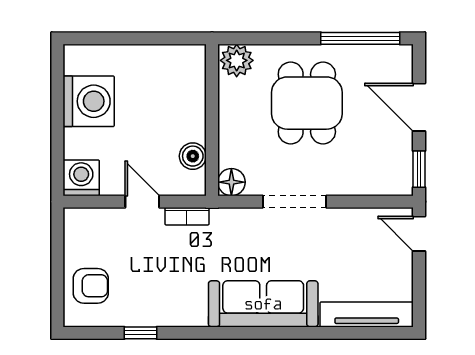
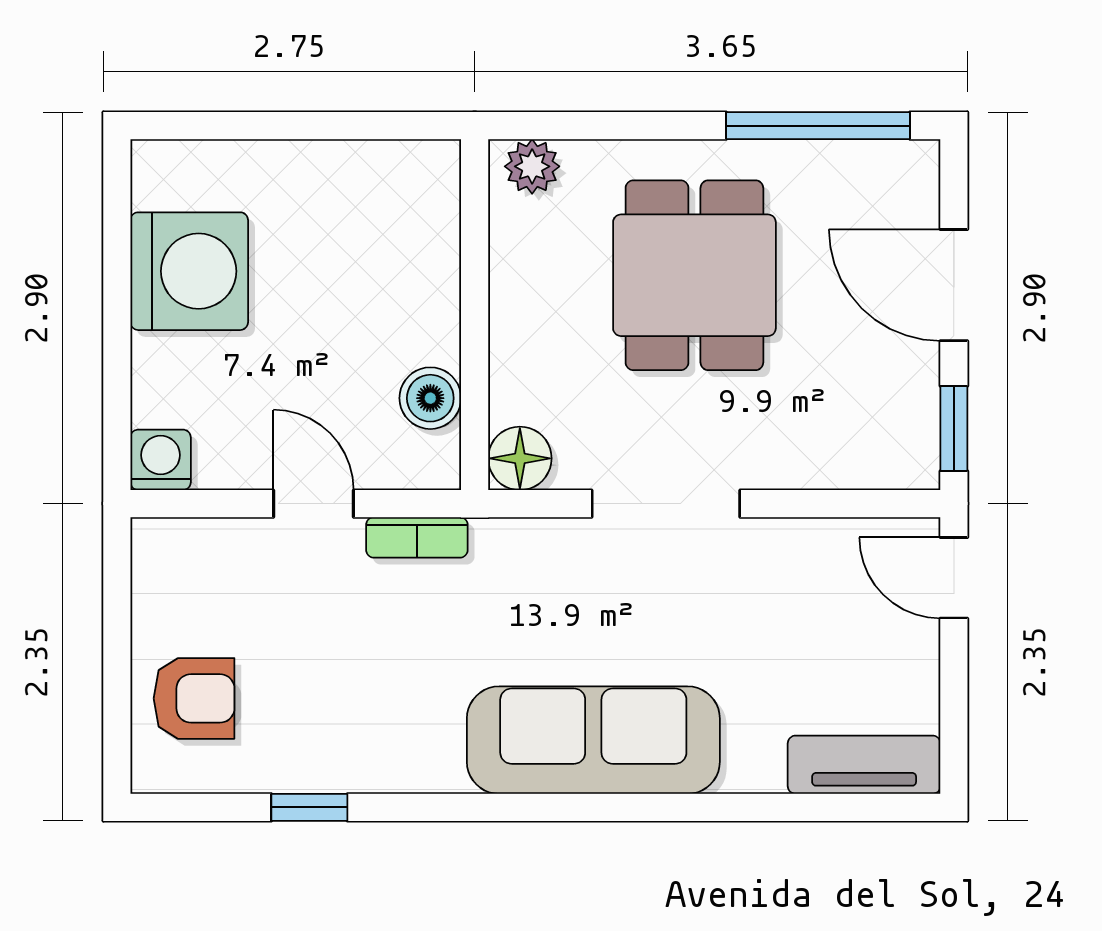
plant: (237, 60) -> (532, 166), width x0.73, depth x0.73
washing machine: (81, 178) -> (161, 460), width x0.73, depth x0.73
tv unit: (367, 314) -> (864, 765), width x0.71

